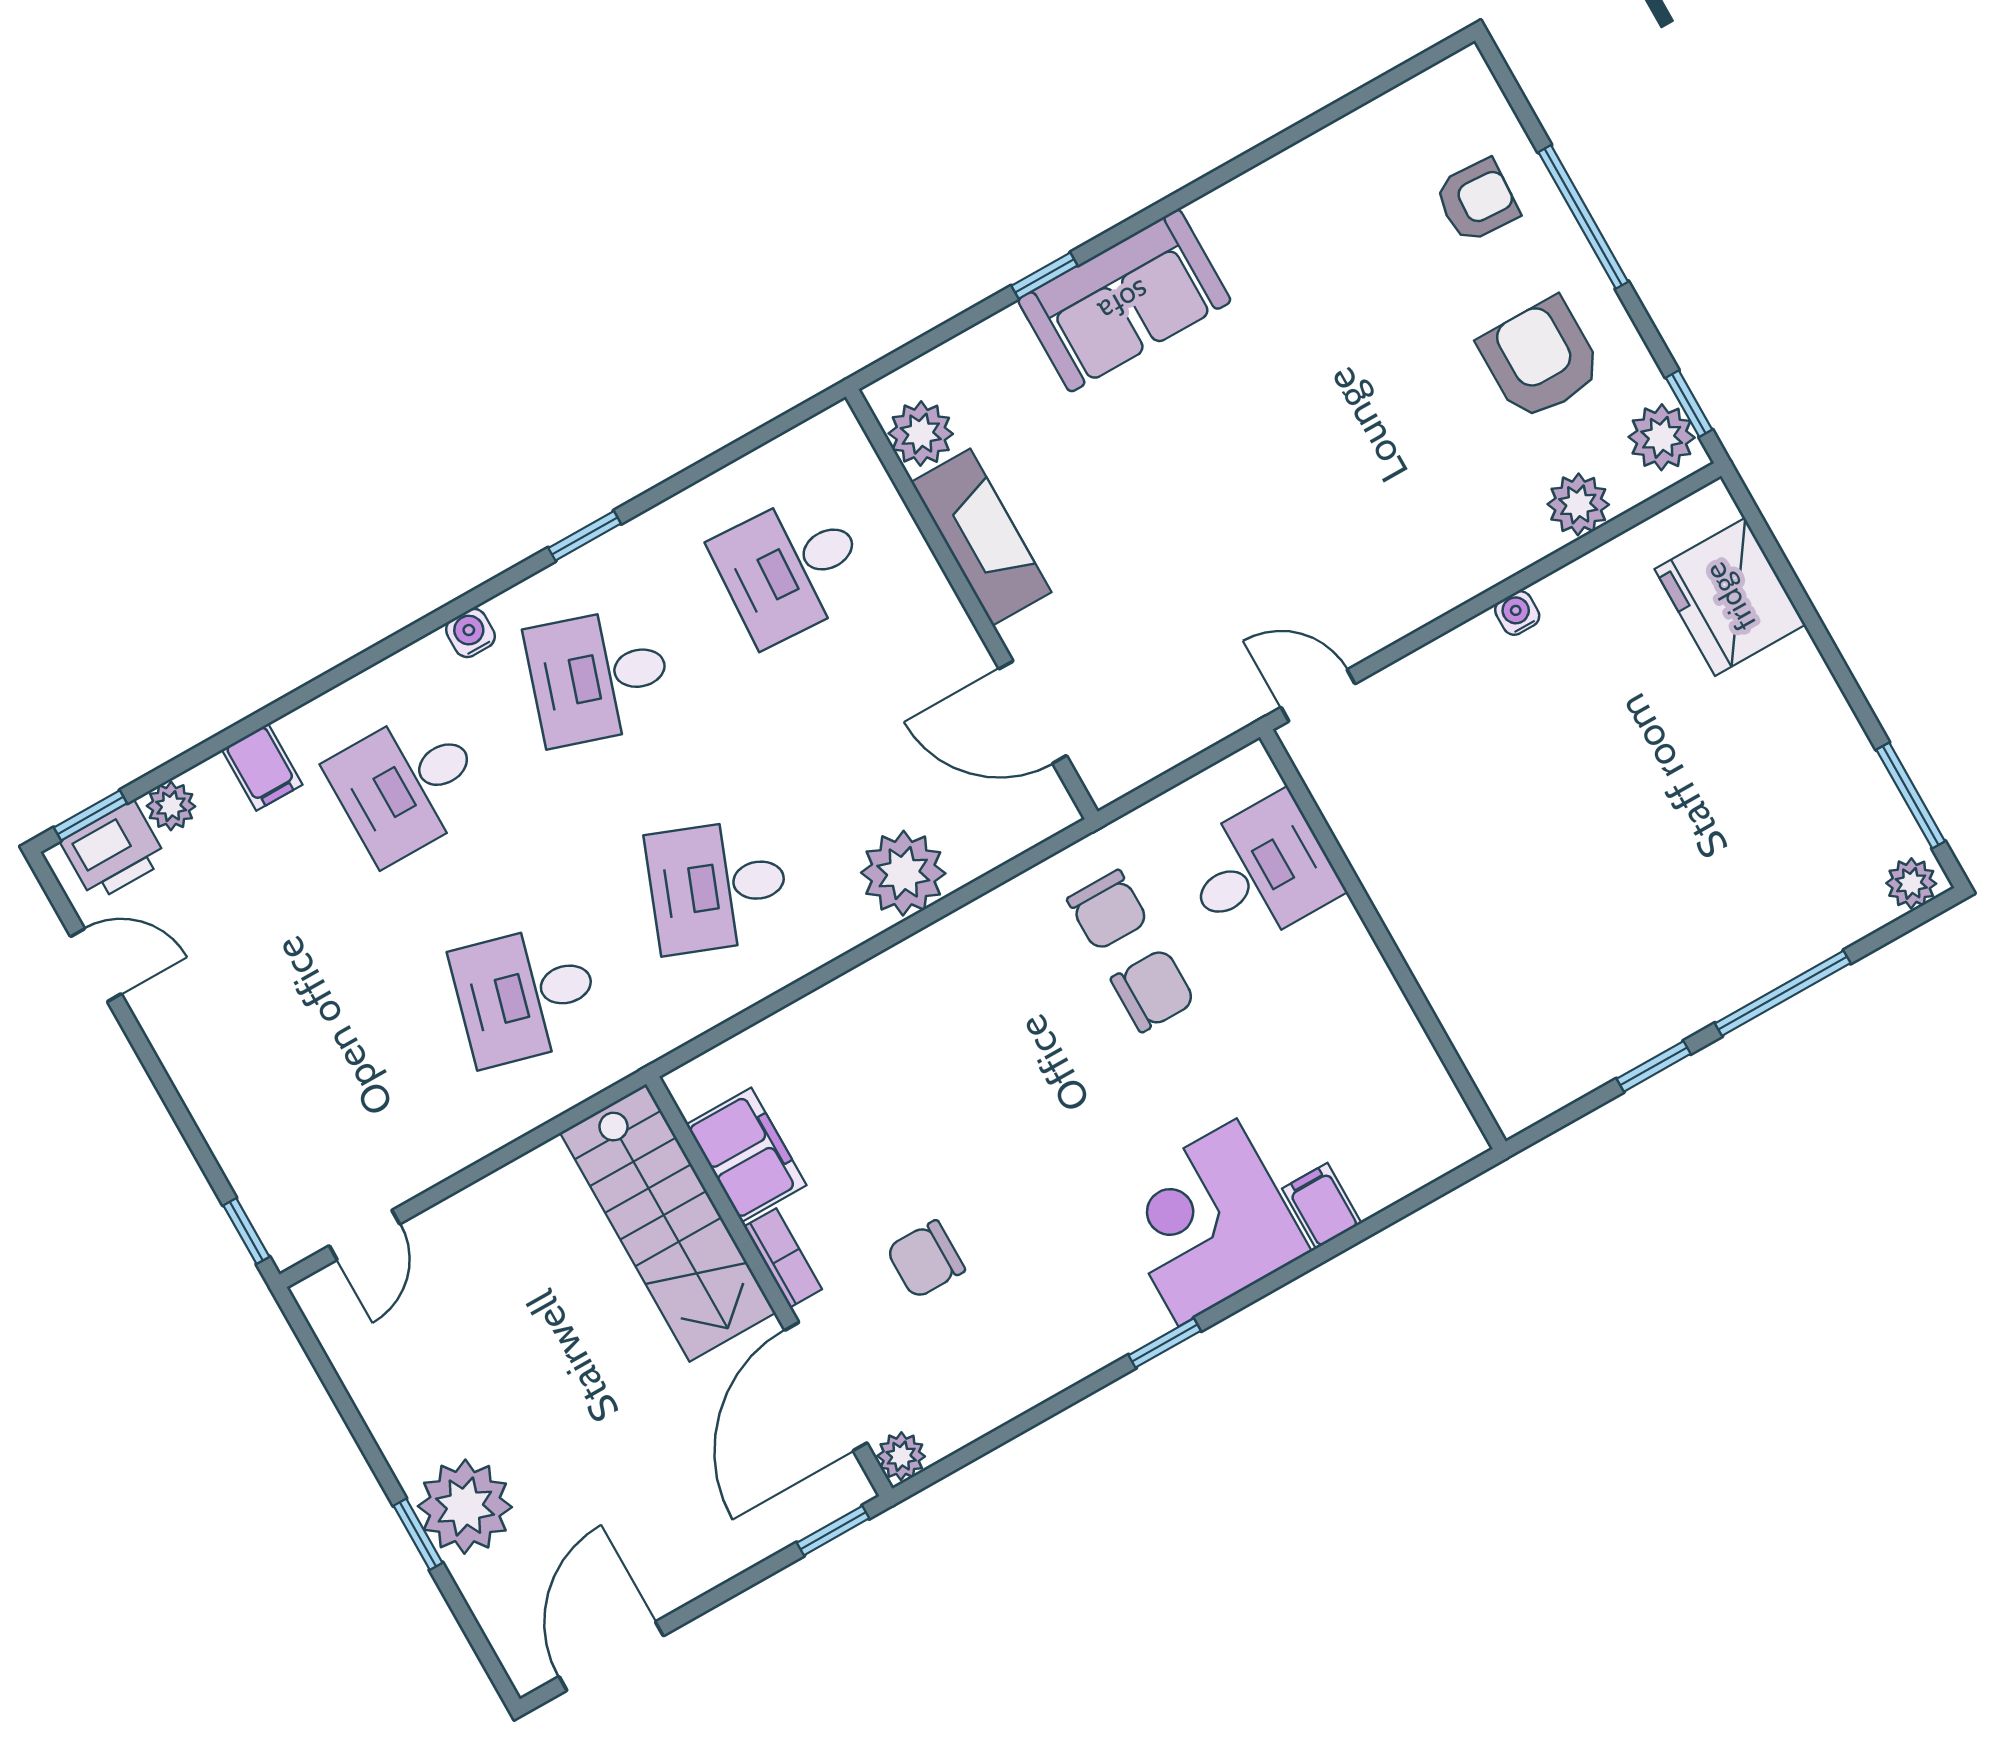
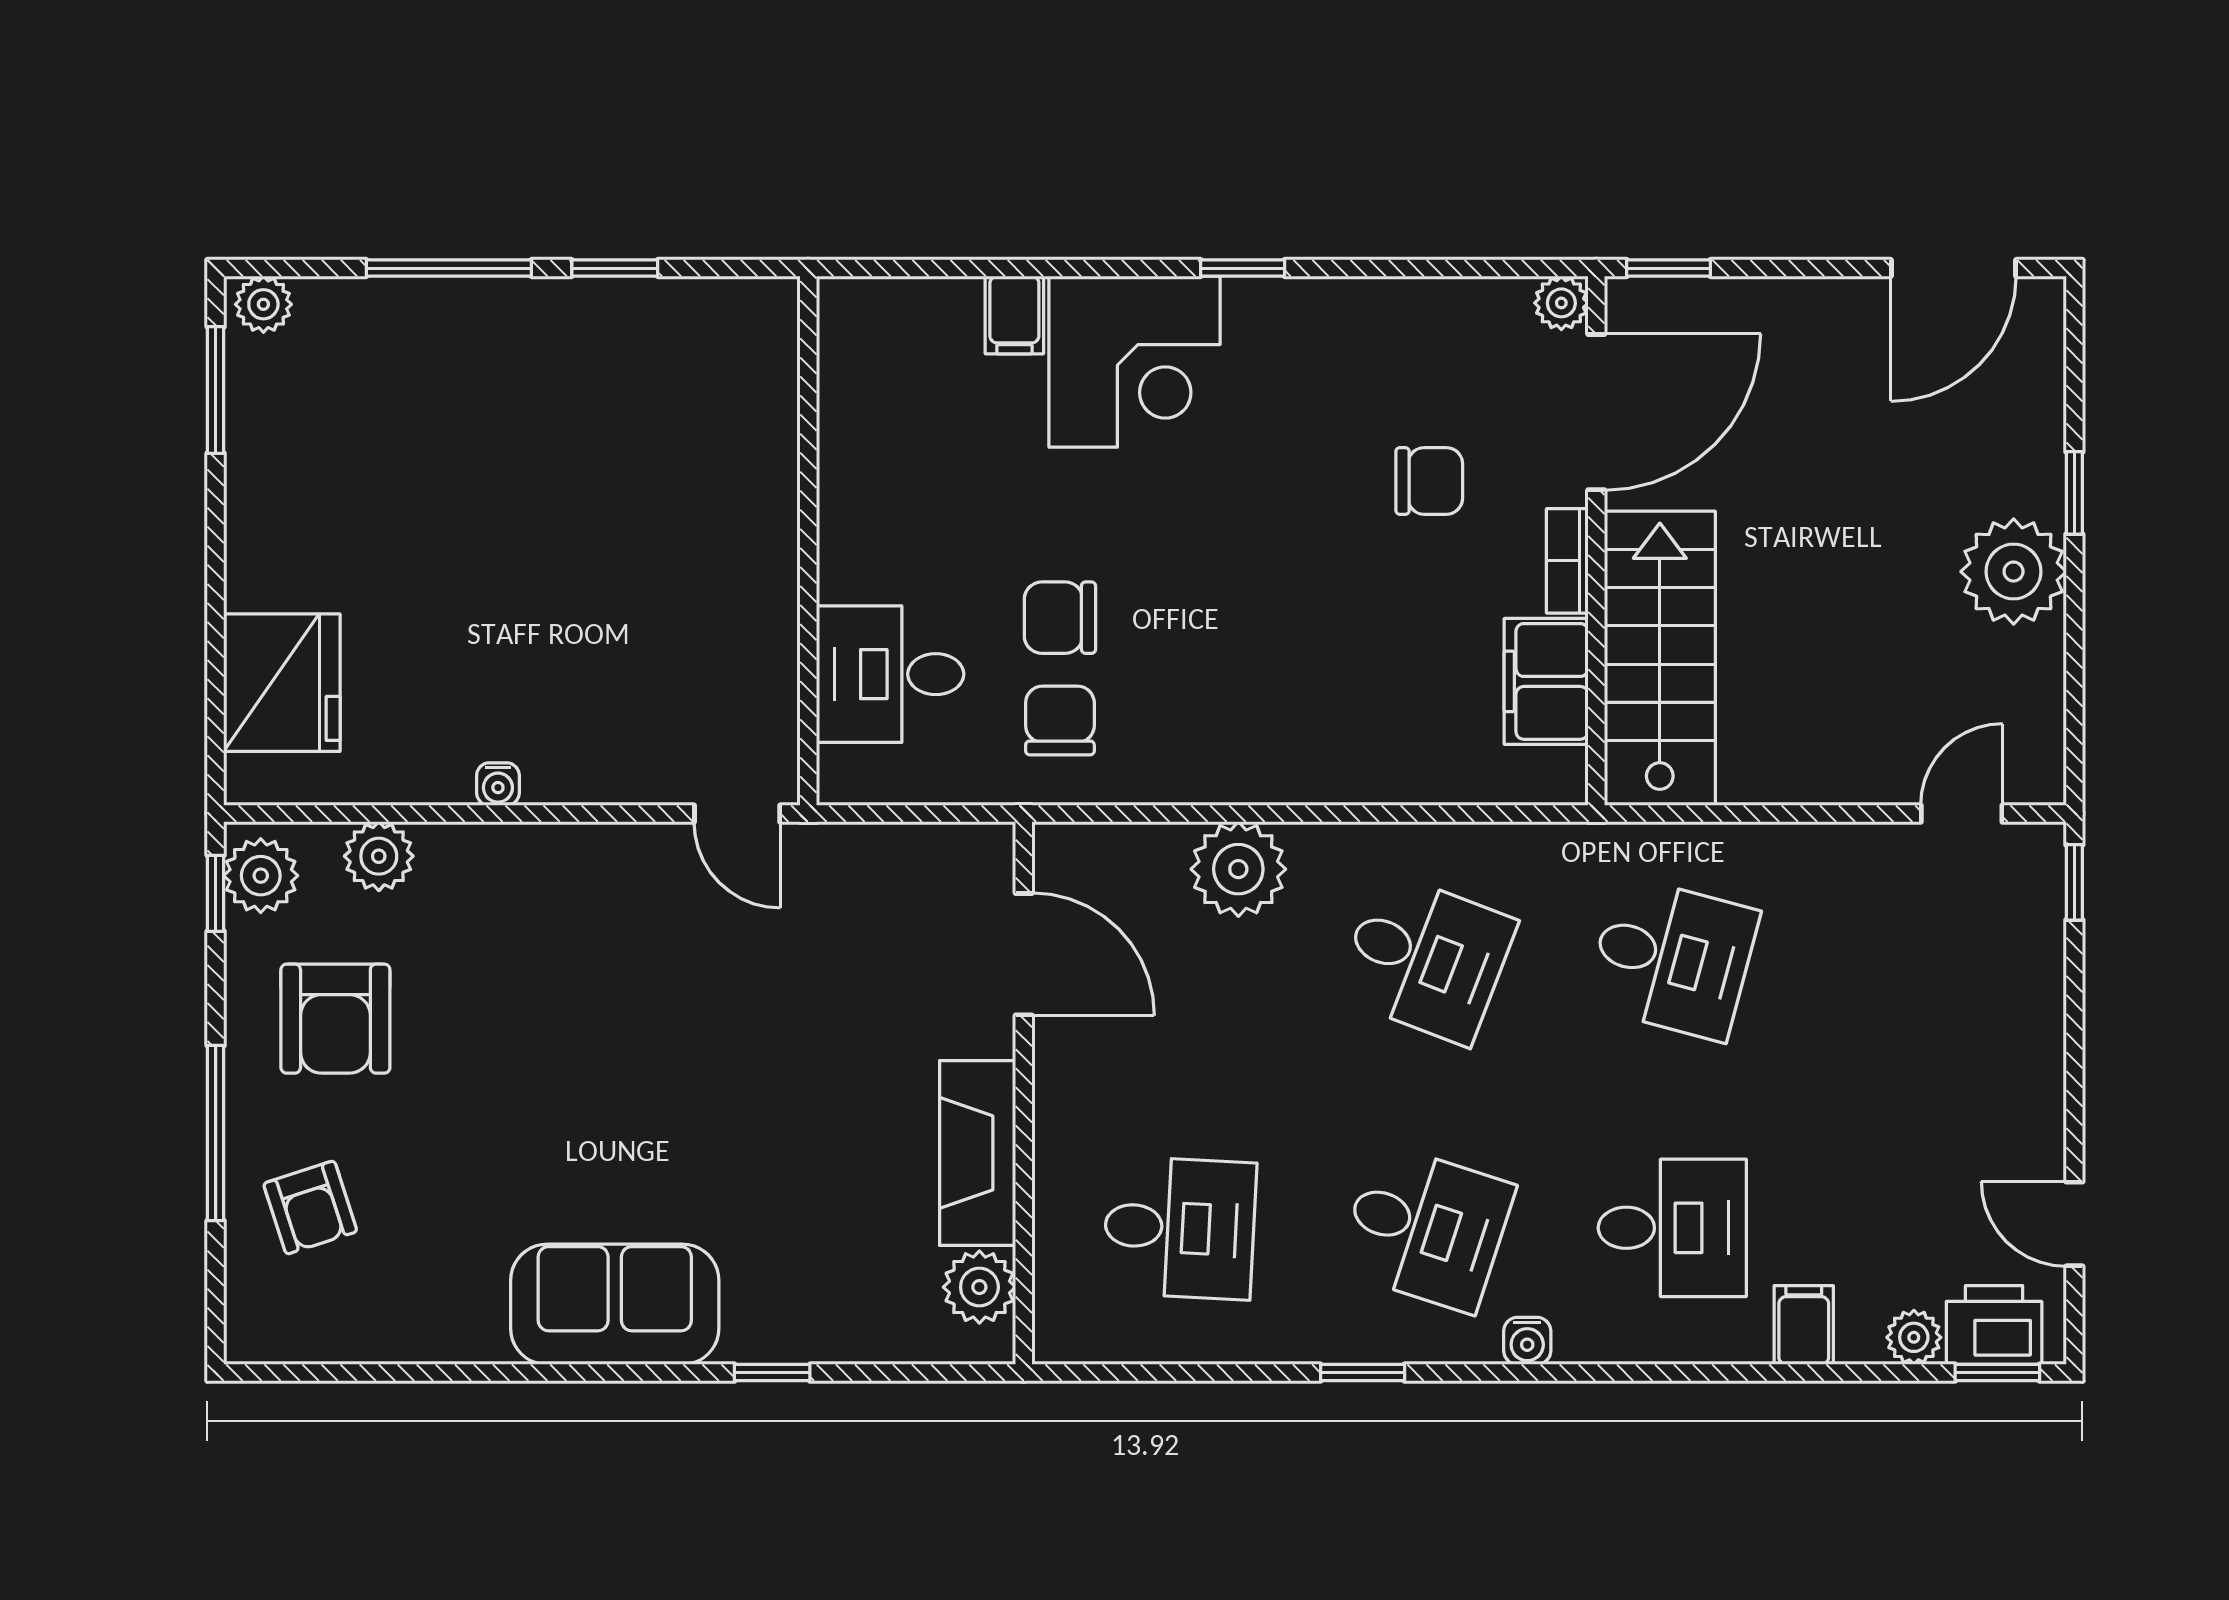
armchair: (1477, 201) -> (310, 1207), turned -111
sofa: (1124, 301) -> (615, 1304), moved
plant: (465, 1507) -> (2014, 572), moved

